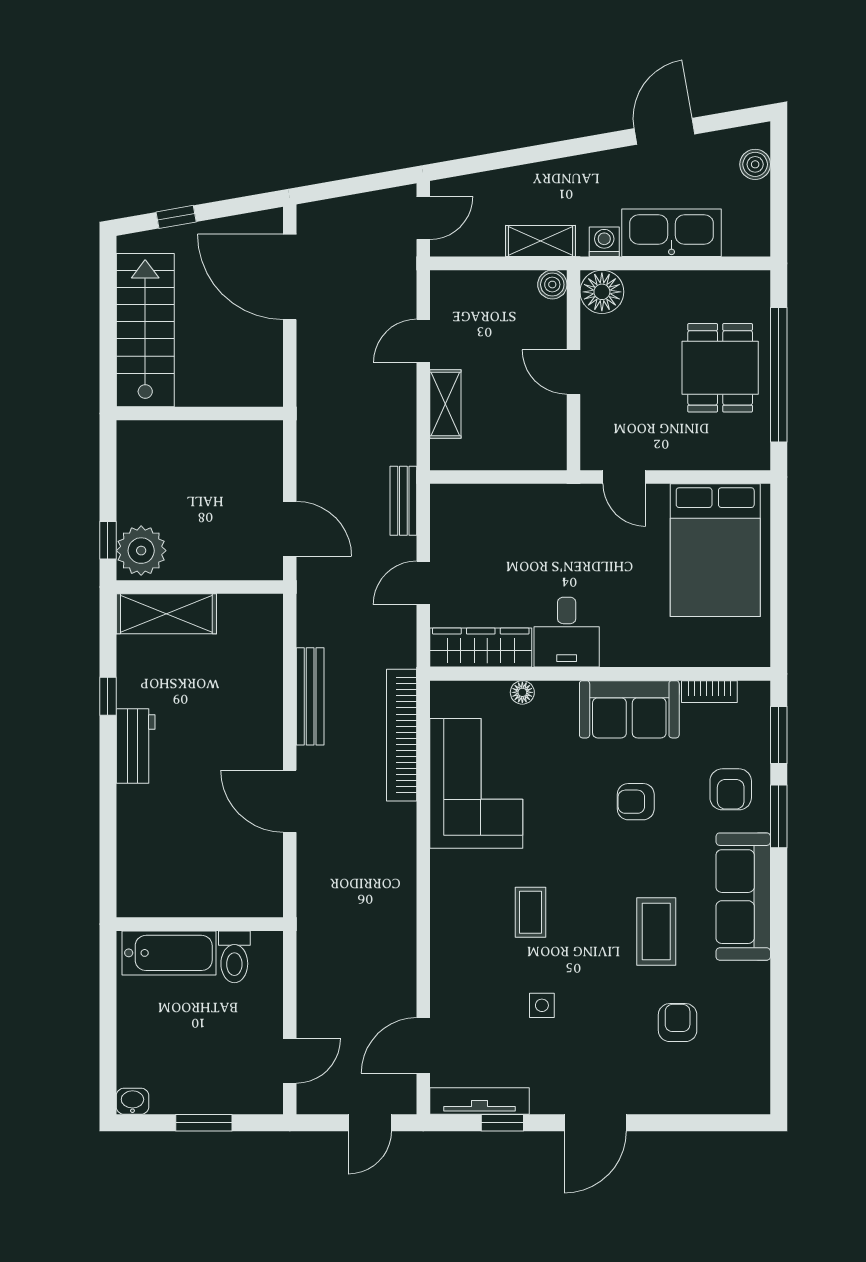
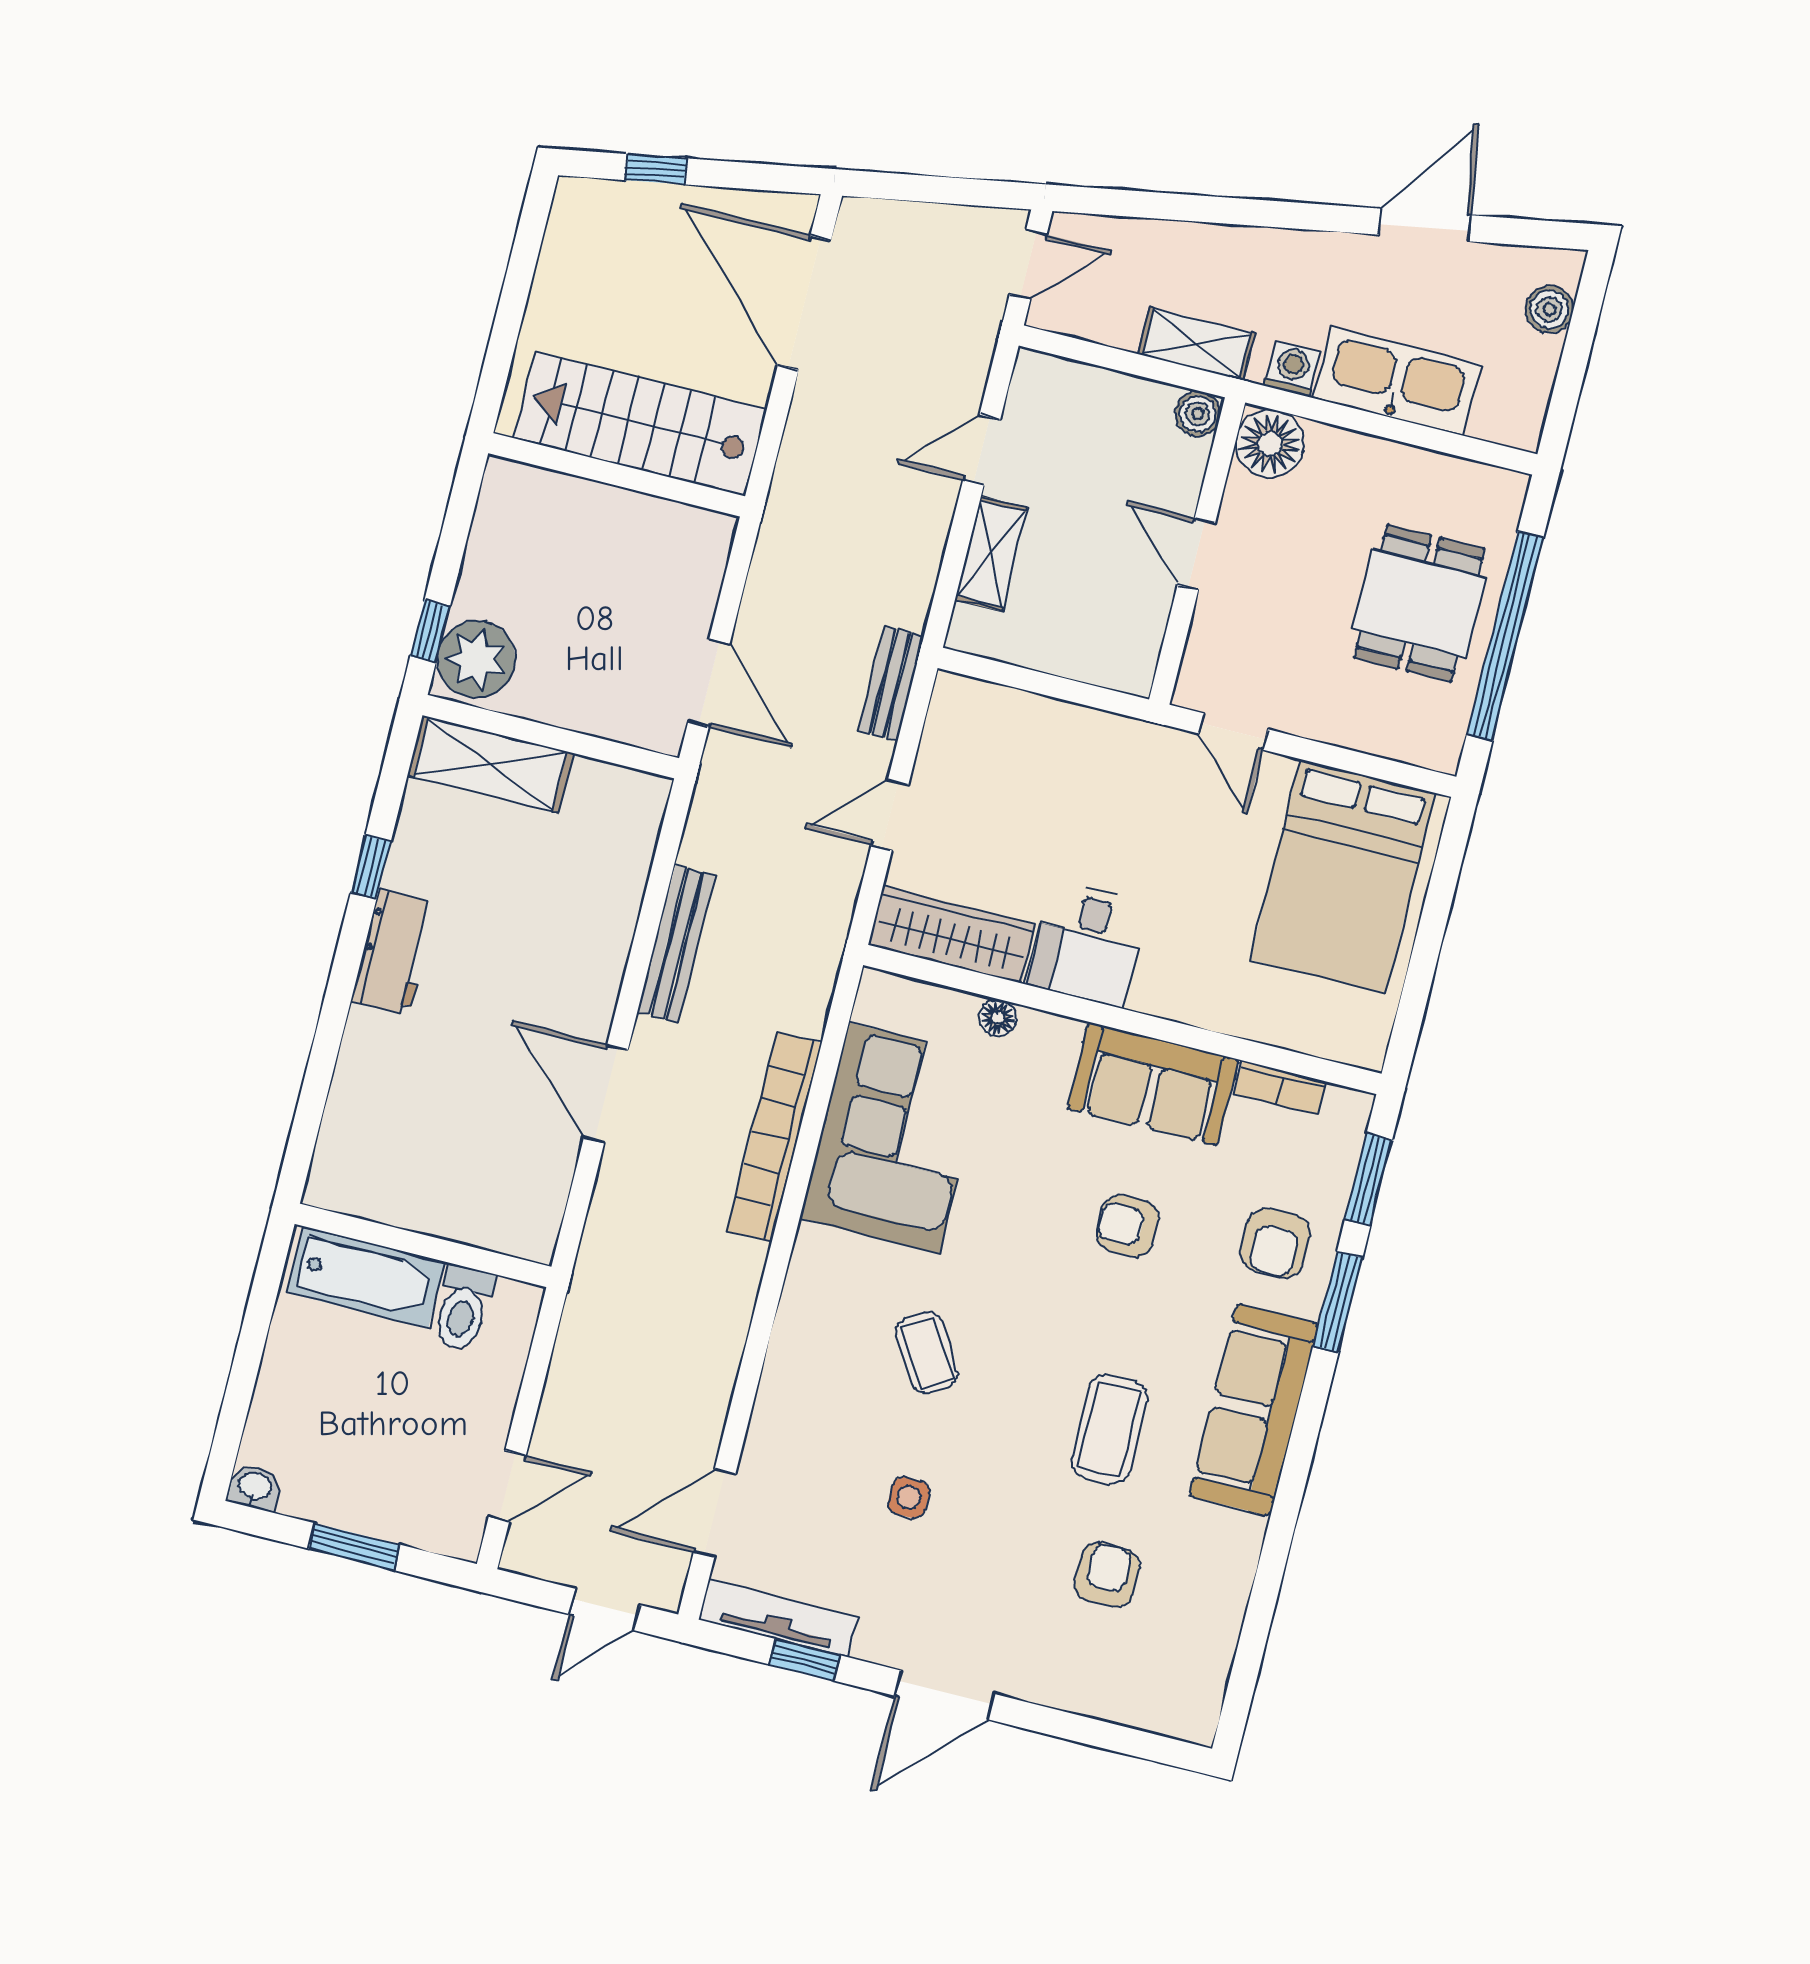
stairs: (145, 330) -> (640, 424), moved, turned -90
bookcase: (402, 735) -> (774, 1137), moved
coffee table: (531, 912) -> (927, 1353), turned -32

